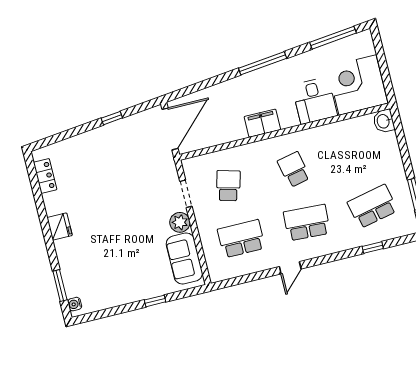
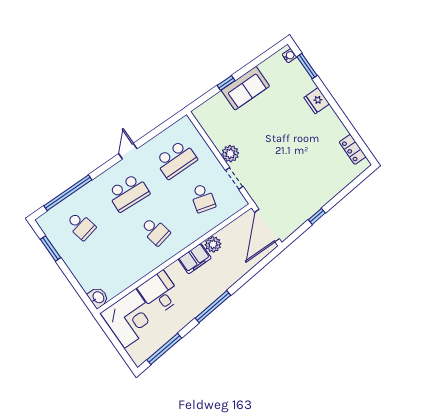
plant: (236, 131) -> (213, 244), added
school desk: (372, 206) -> (81, 226), width x0.54
fridge: (60, 227) -> (317, 101), moved
window: (373, 247) -> (68, 193), width x3.17
sofa: (184, 259) -> (245, 88), moved, turned 90

